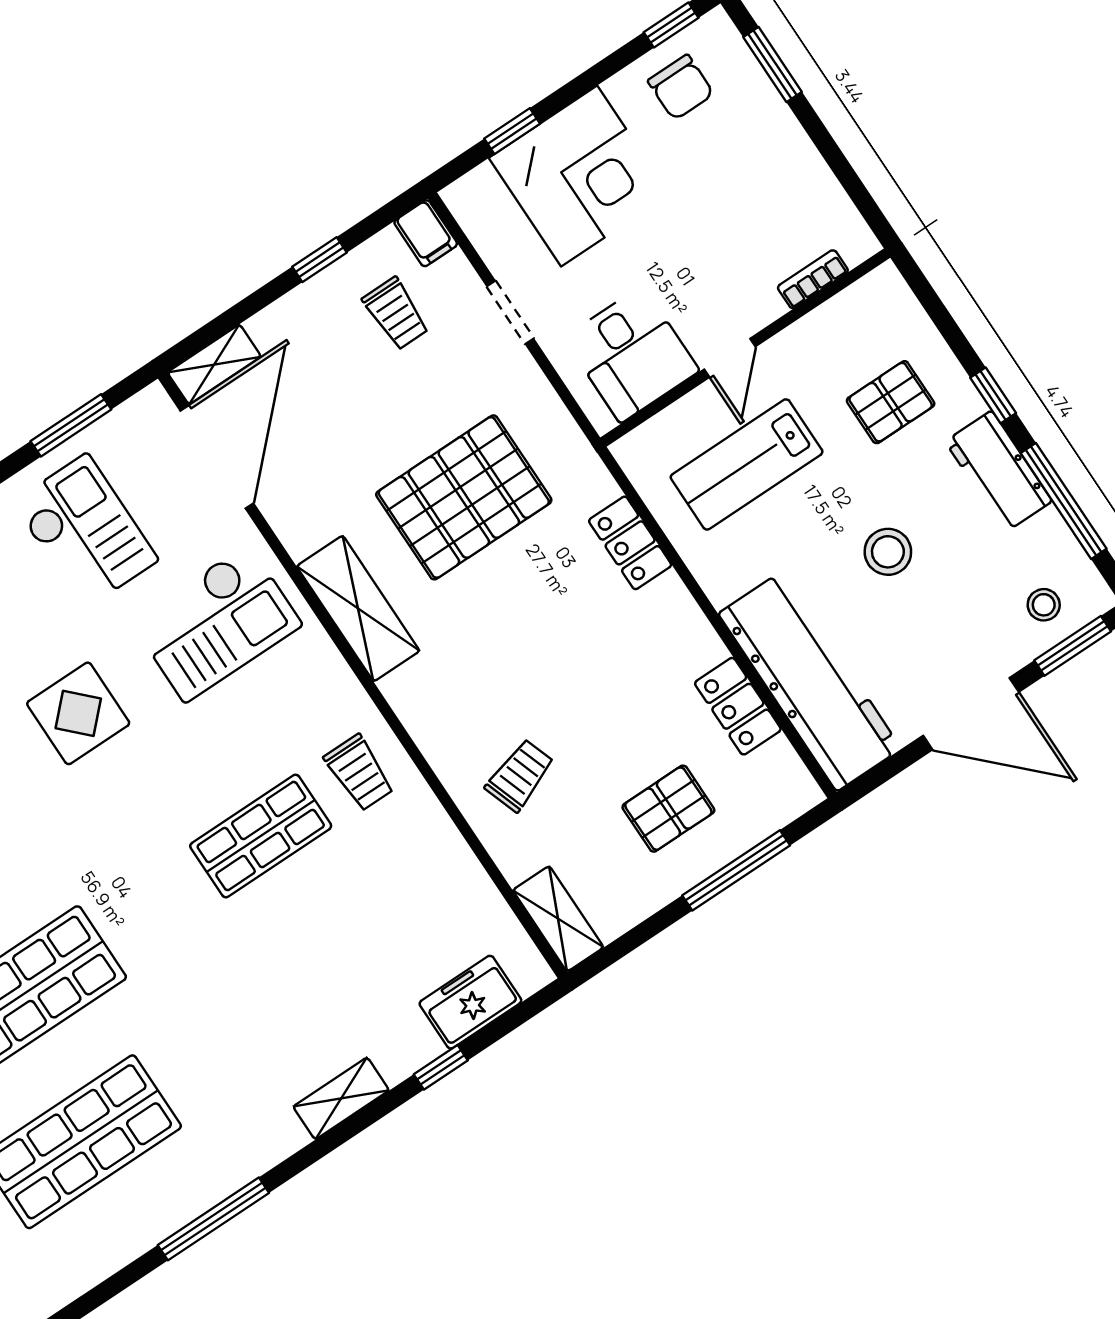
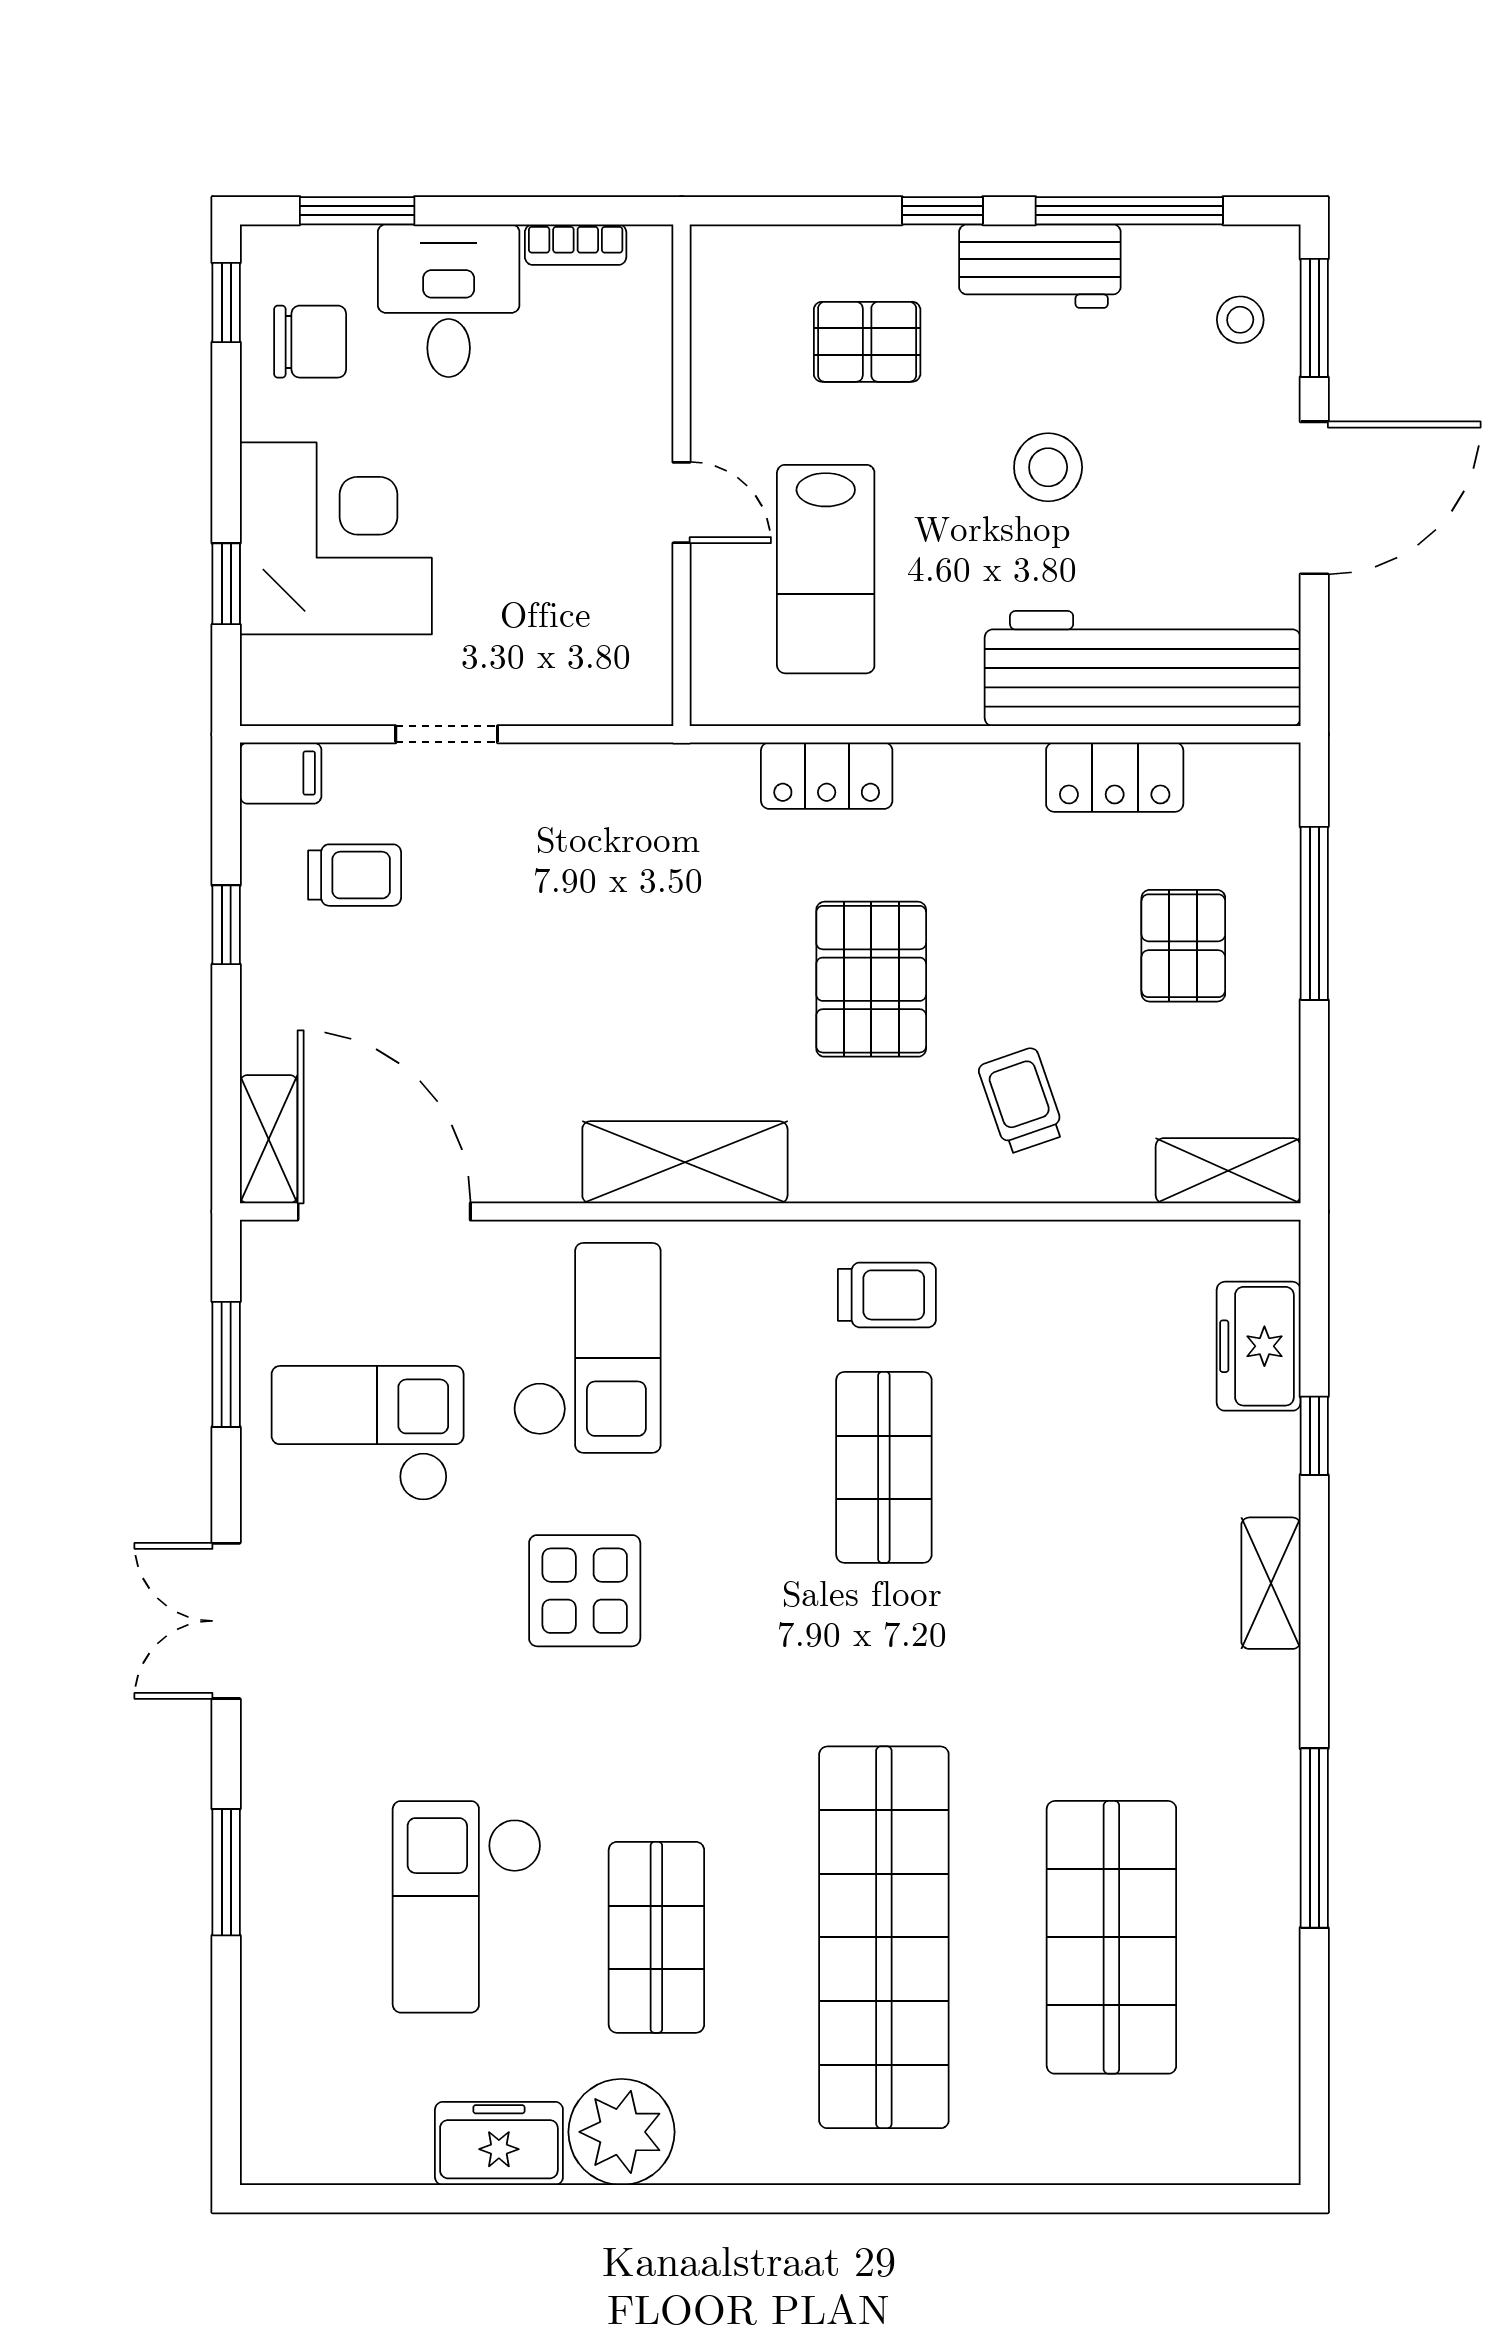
bookcase: (813, 279) -> (576, 245), moved, turned -90
desk: (632, 354) -> (449, 301), moved, turned -90
pallet: (891, 402) -> (867, 342), turned 90
pallet: (464, 497) -> (871, 979), moved, width x0.73, depth x0.71

